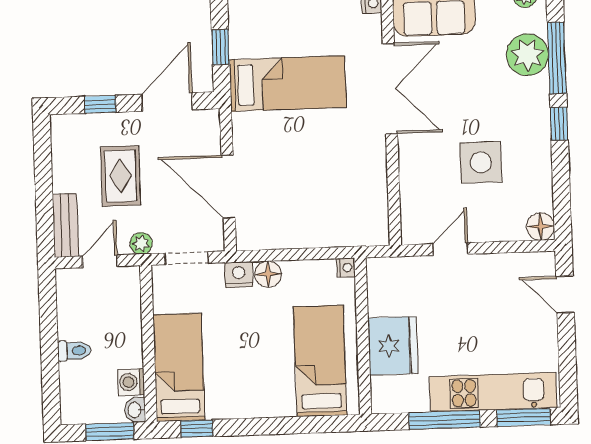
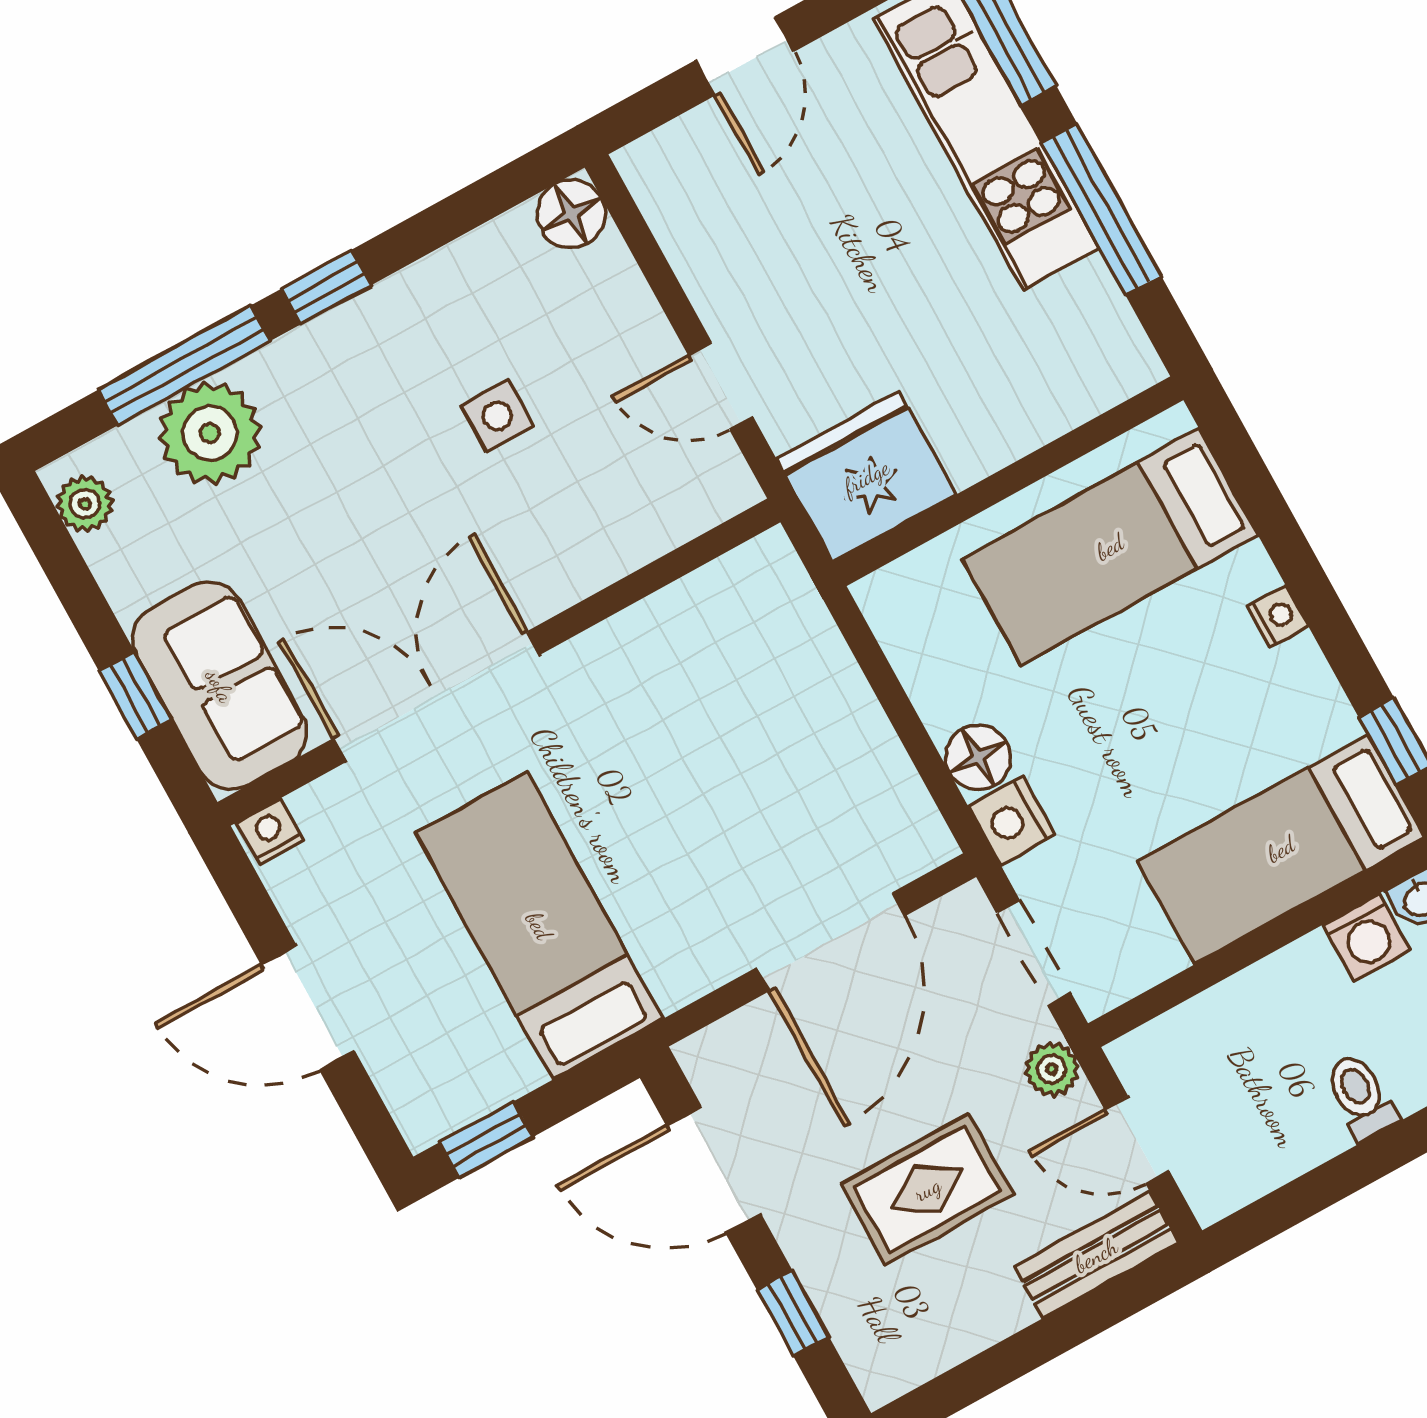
window: (221, 47) -> (486, 1140), moved
side table: (481, 162) -> (497, 416), width x0.54, depth x0.54
nightstand: (346, 268) -> (1278, 616), moved, turned 90
door: (565, 294) -> (745, 56), moved
fridge: (393, 346) -> (866, 477), moved

